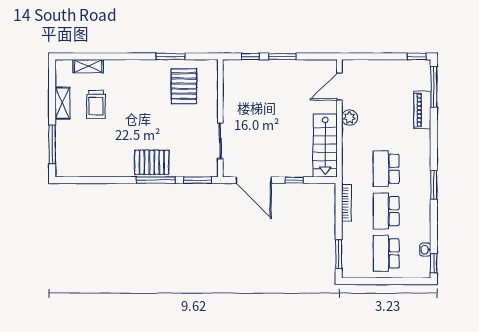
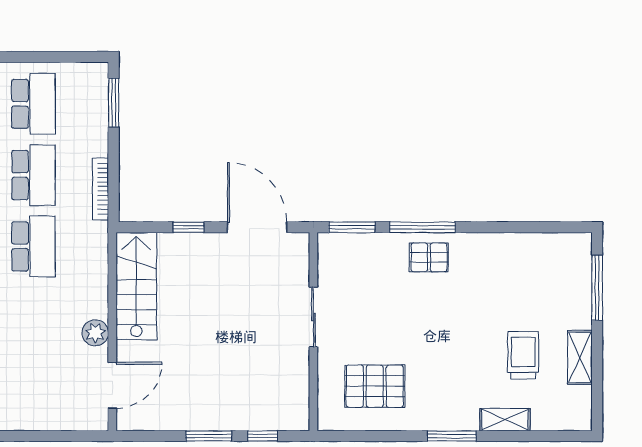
window: (171, 56) -> (452, 436), moved
shelving: (88, 66) -> (505, 420), moved
pallet: (184, 86) -> (375, 386), turned 90
sliding door: (220, 141) -> (313, 317), moved
pallet: (152, 162) -> (429, 257), width x0.67, depth x0.71

